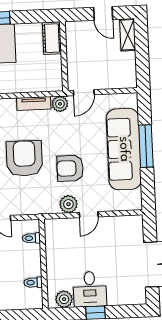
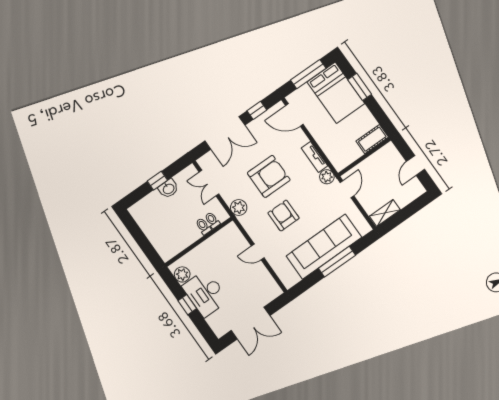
shelving: (128, 35) -> (385, 213), moved
door: (84, 93) -> (347, 189), swing flipped
plant: (68, 204) -> (239, 207), moved
toilet: (33, 283) -> (203, 226), moved
desk: (90, 289) -> (205, 293), width x1.37

